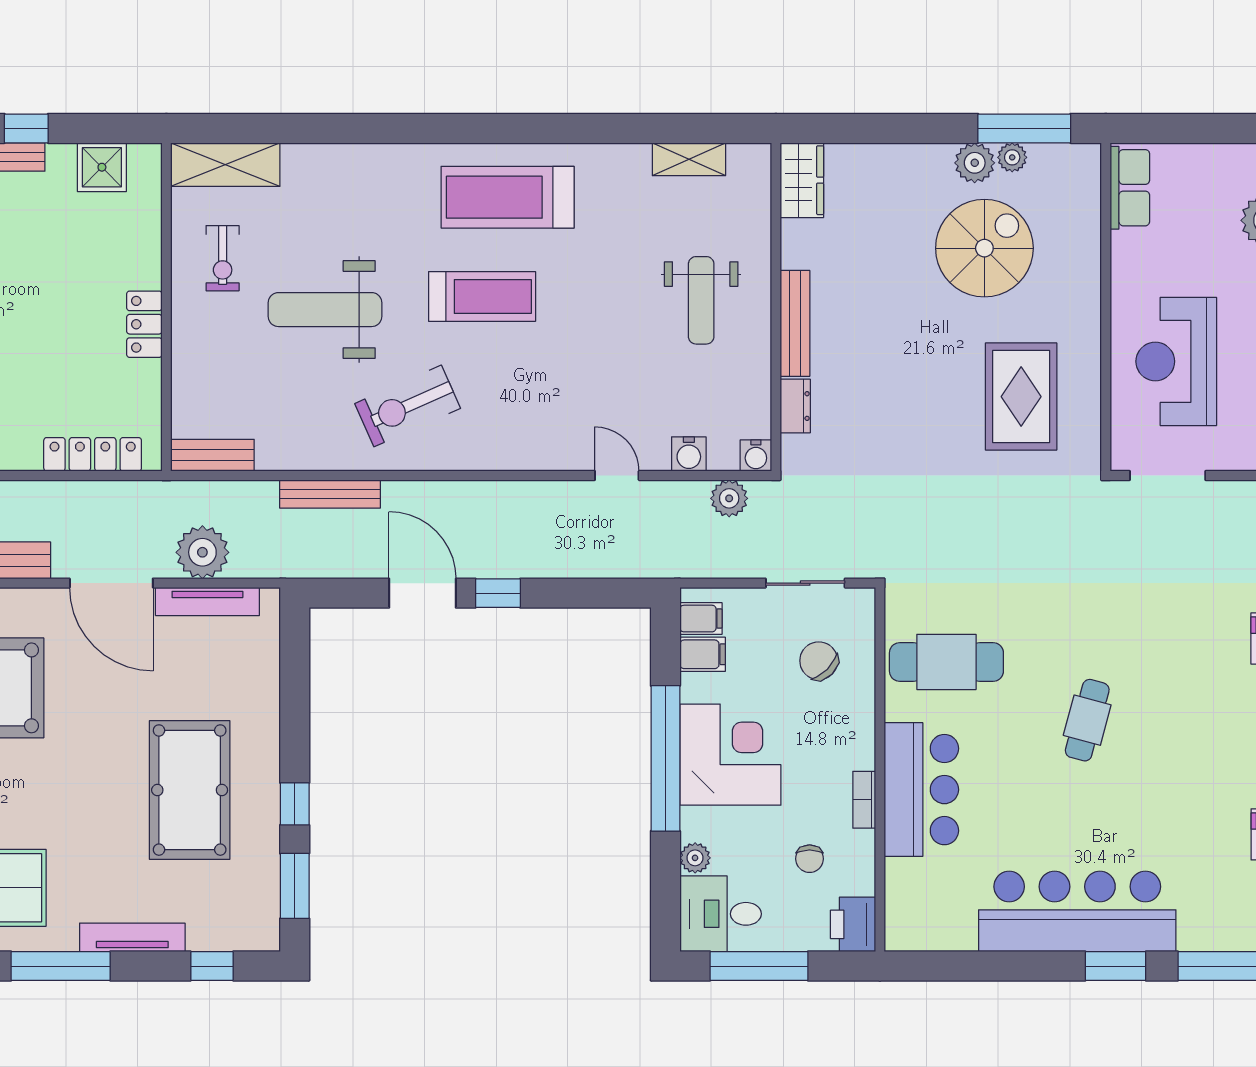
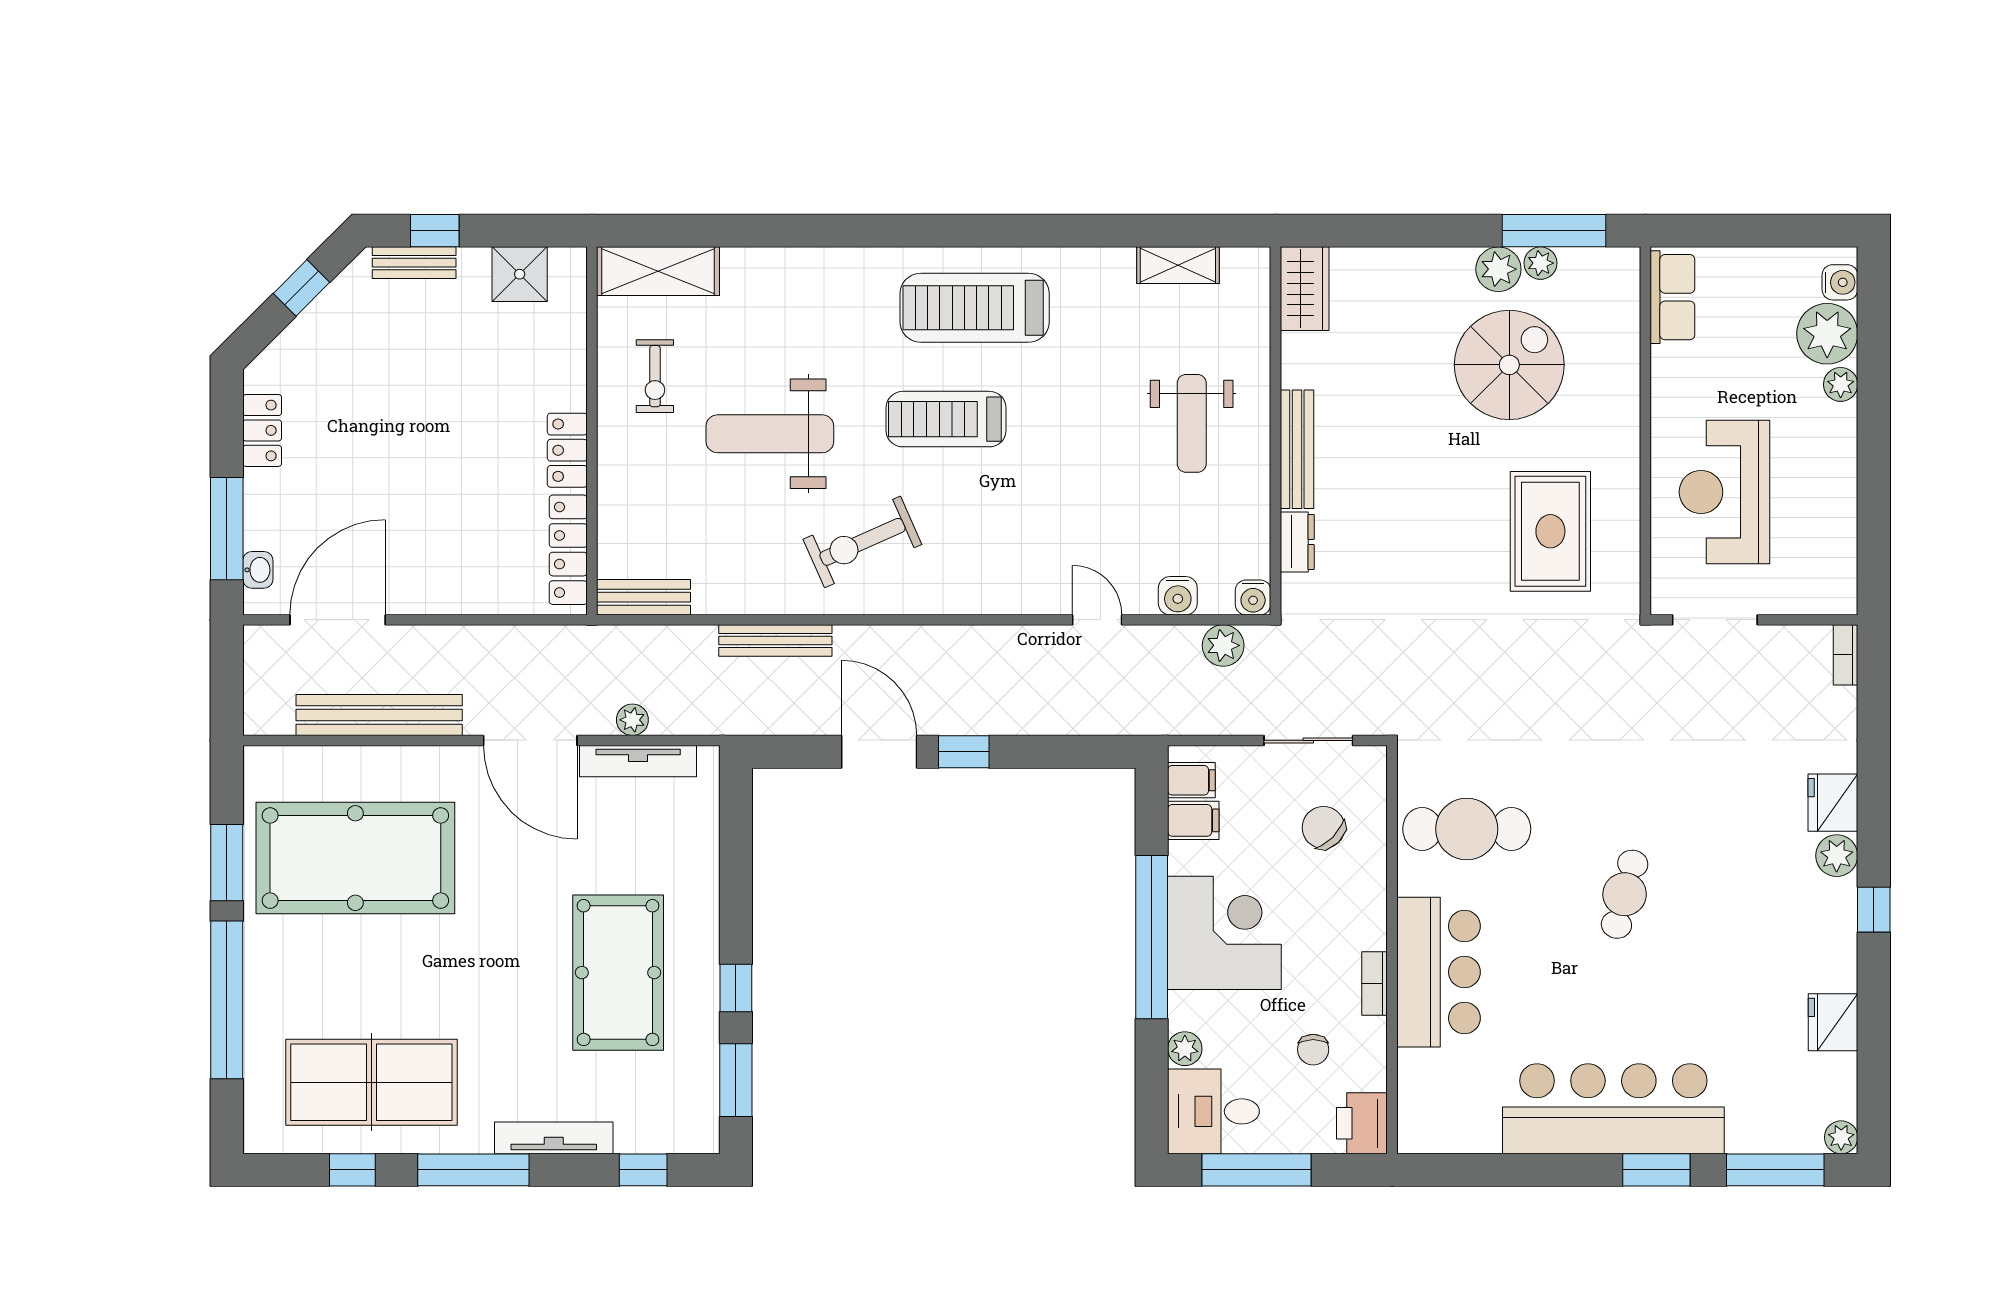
treadmill: (482, 296) -> (946, 419), turned 180
locker: (93, 454) -> (568, 550), moved, turned -90
plant: (202, 552) -> (632, 720), width x0.53, depth x0.53

